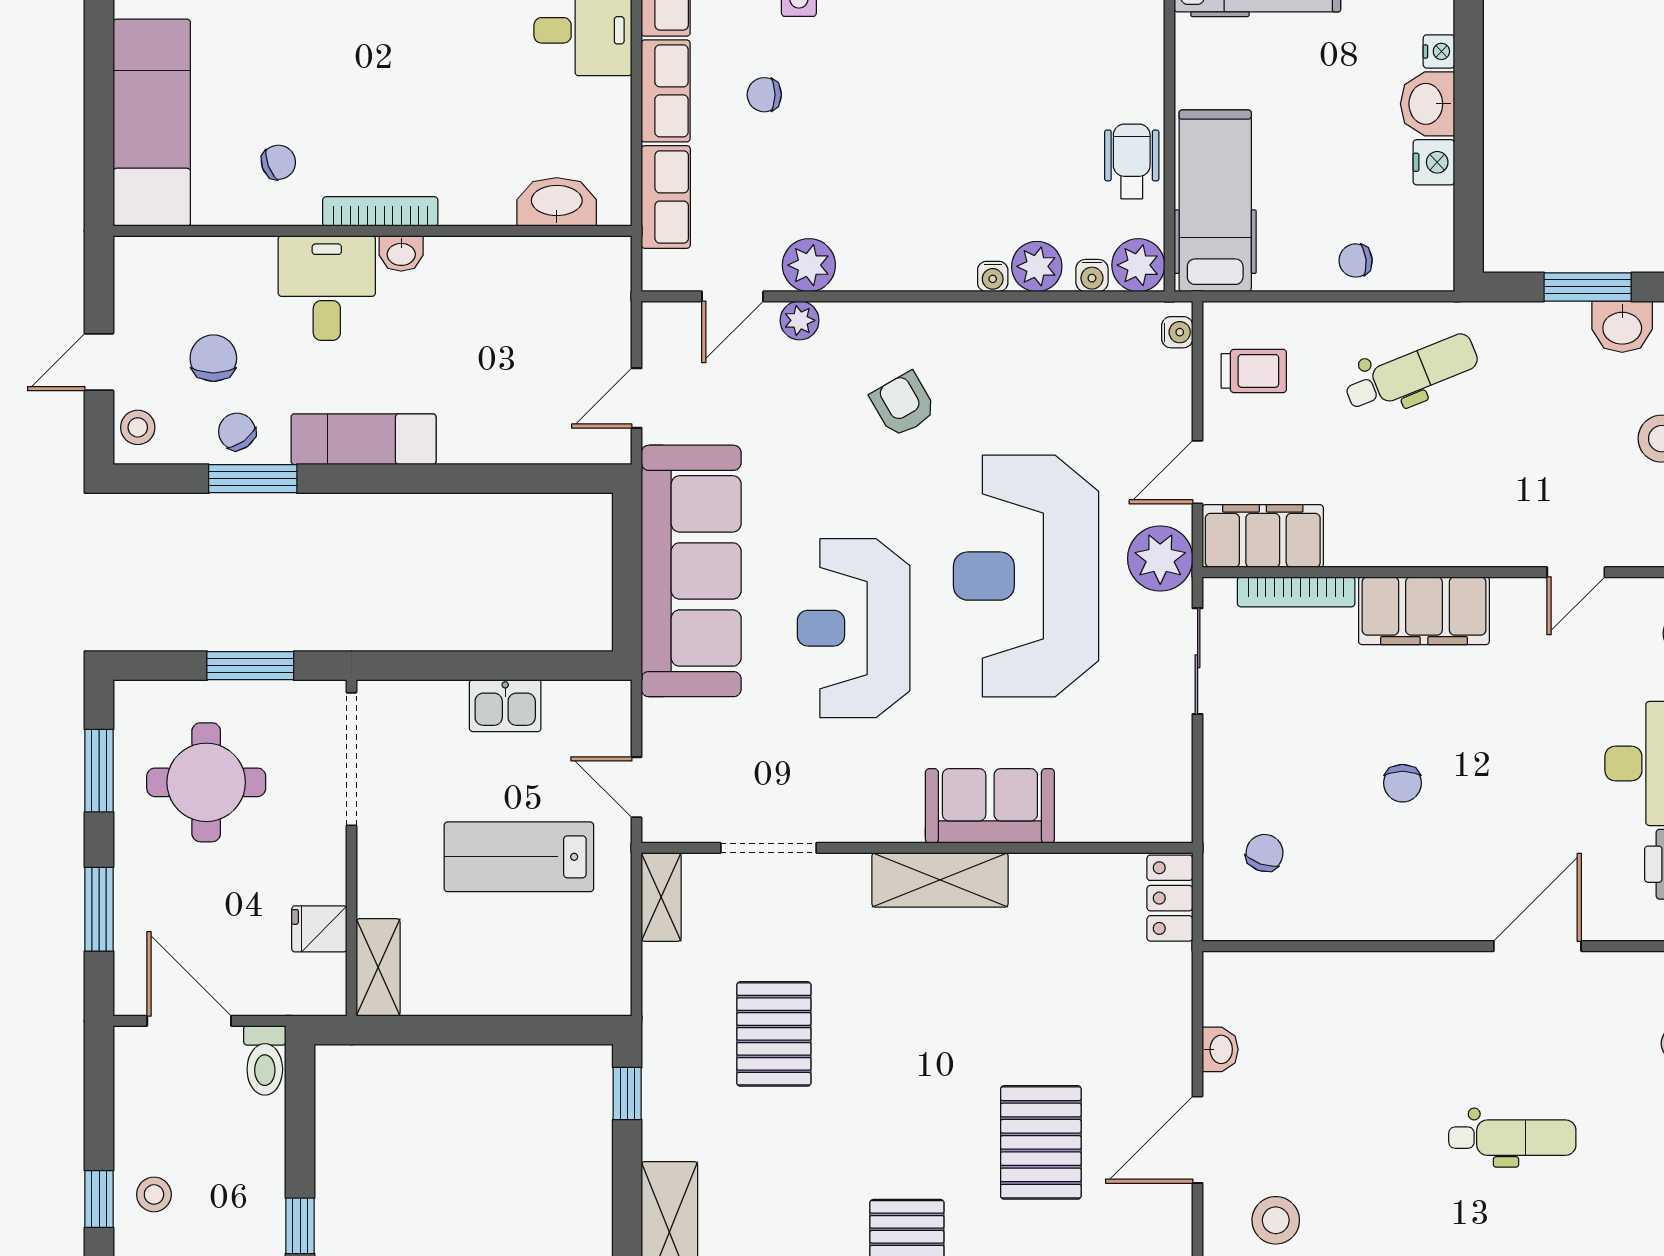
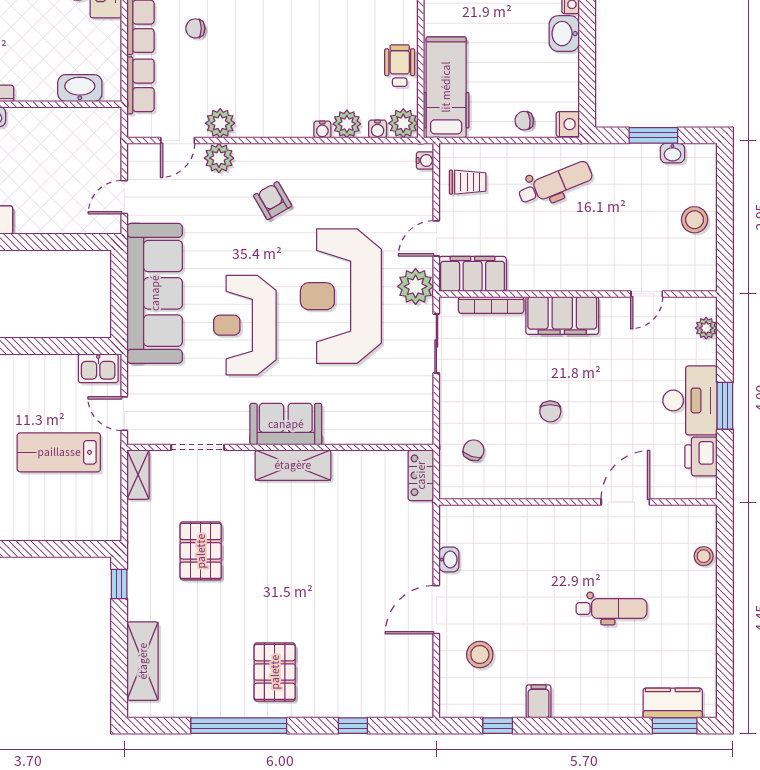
nightstand: (1434, 162) -> (568, 124), moved
plant: (800, 320) -> (219, 158), width x1.38, depth x1.38
washbasin: (1622, 327) -> (672, 153), width x0.72, depth x0.69
kitchen sink: (505, 706) -> (98, 368), moved
sofa: (990, 806) -> (286, 424), moved
pallet: (1041, 1142) -> (349, 611), removed

